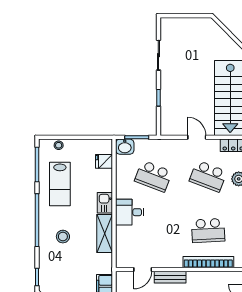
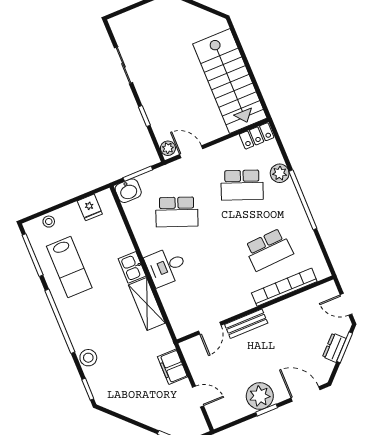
plant: (166, 128) -> (168, 148), added
door: (197, 137) -> (191, 152), moved
fridge: (104, 161) -> (90, 207), moved, turned -90
stool: (63, 237) -> (88, 358), moved

